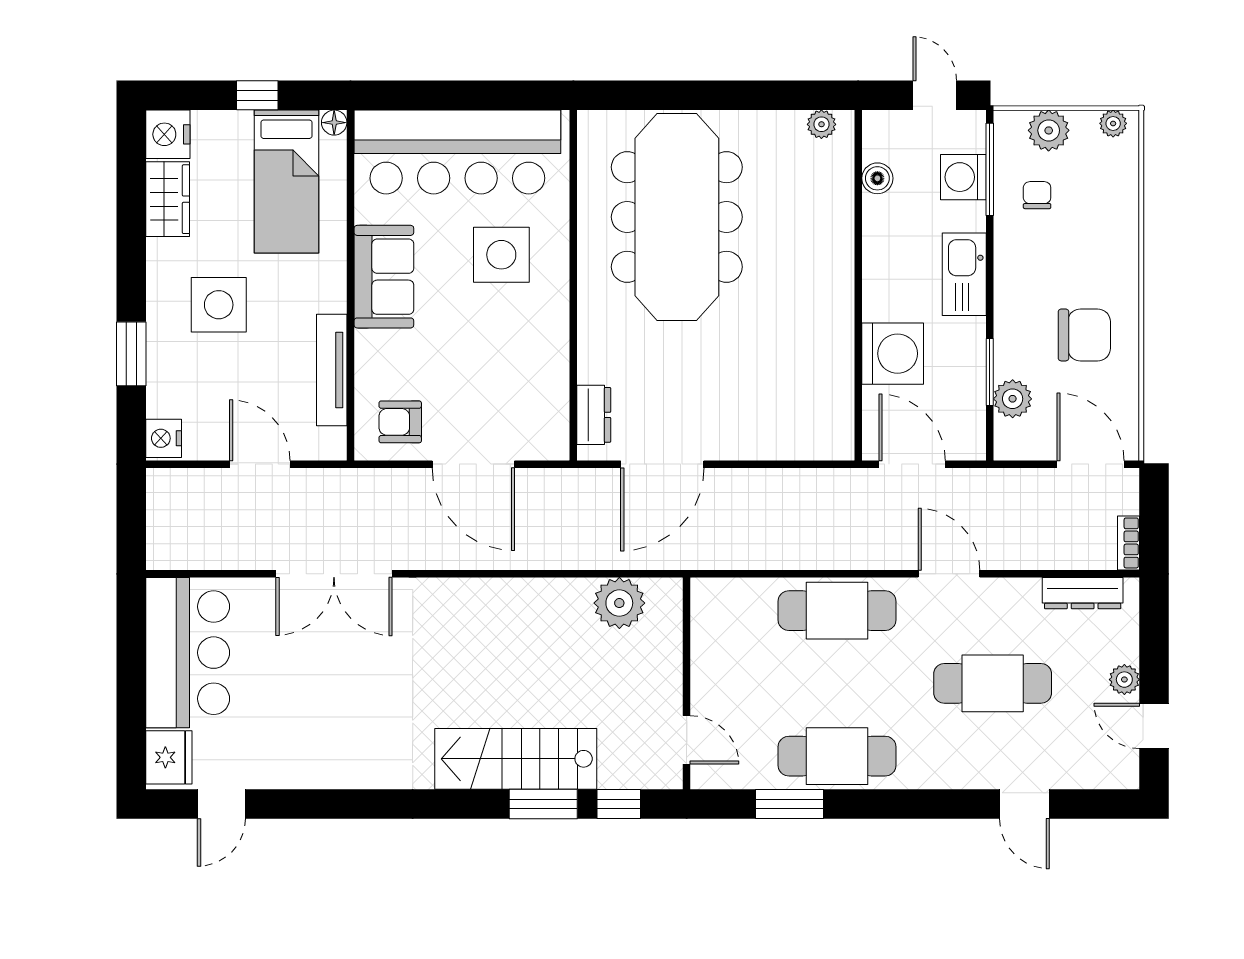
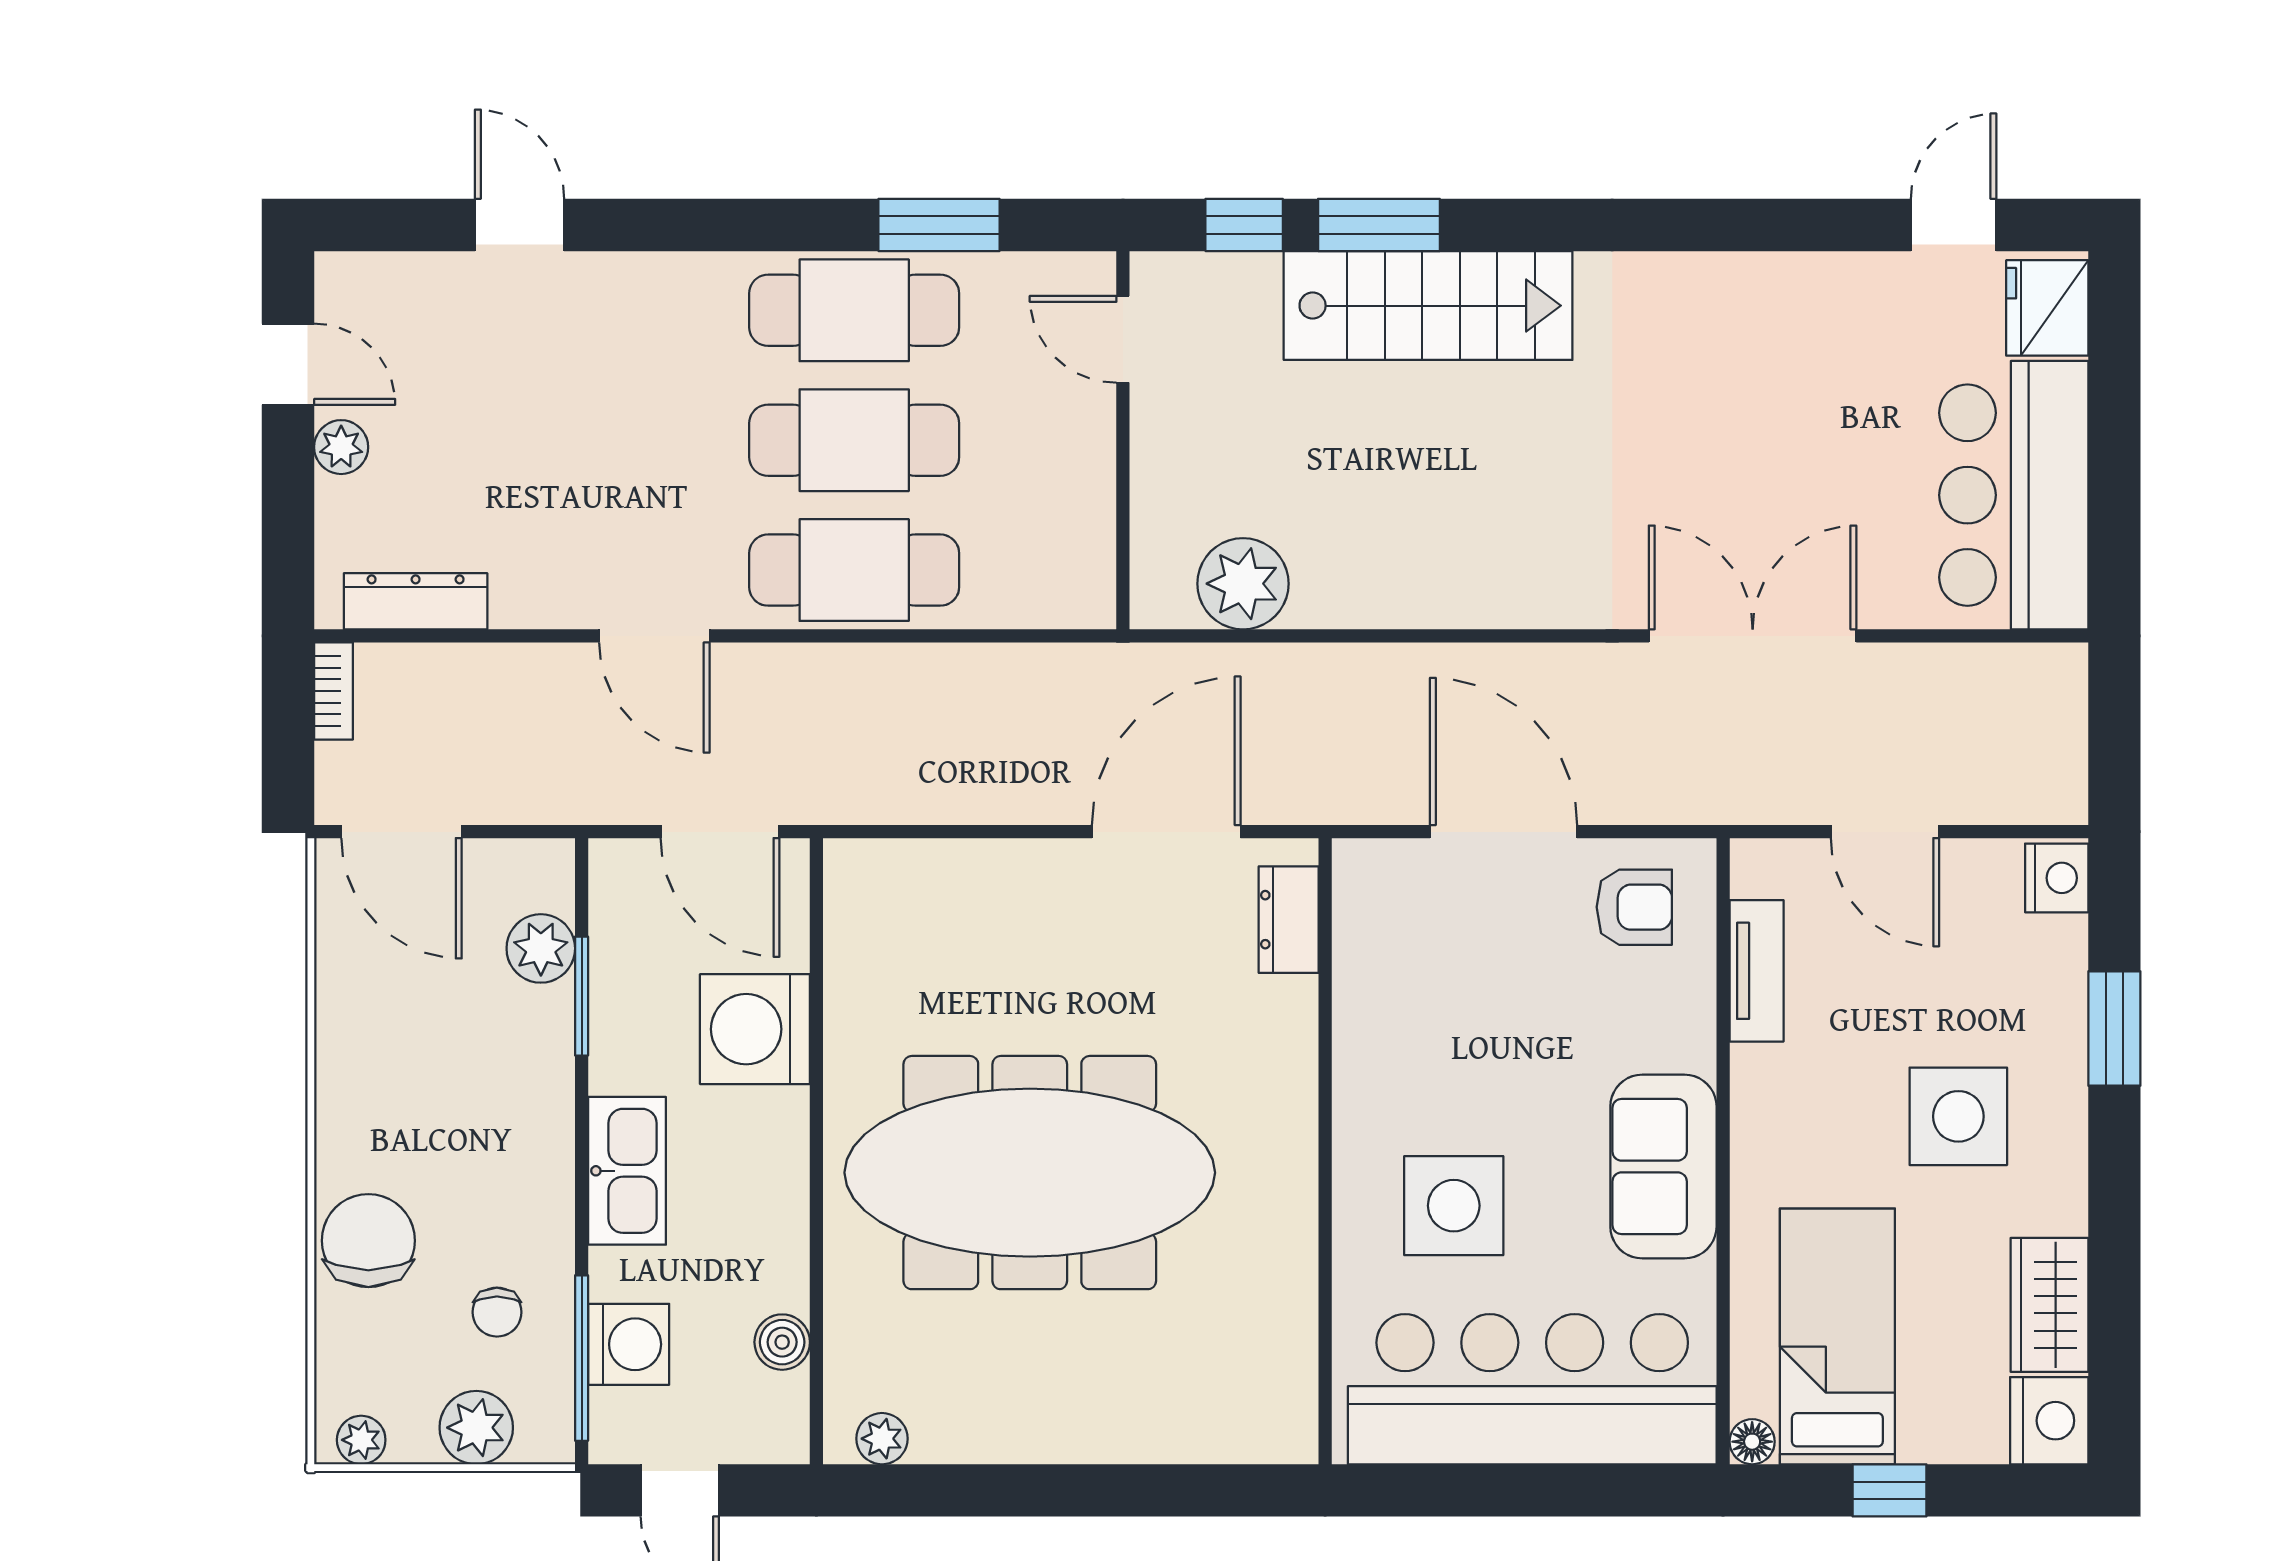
meeting table: (677, 217) -> (1030, 1173), moved, turned 90
chair: (1084, 335) -> (368, 1241), moved, turned 90
tv unit: (332, 370) -> (1757, 971), width x0.71
cafe table: (993, 683) -> (854, 440), moved

